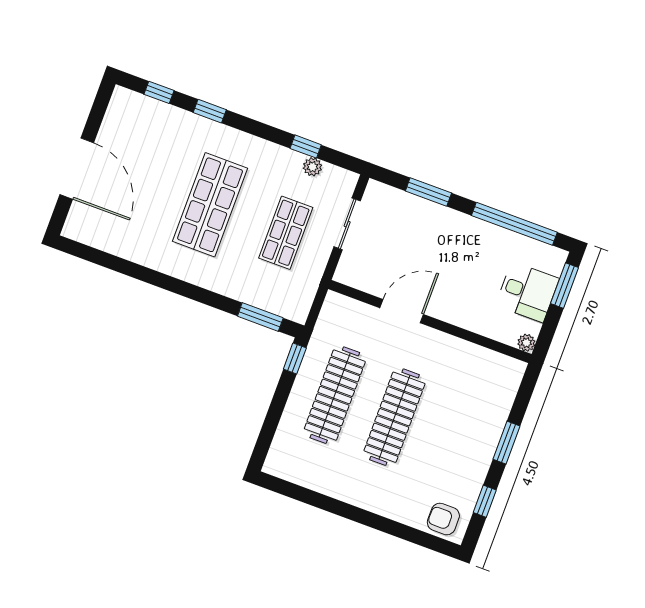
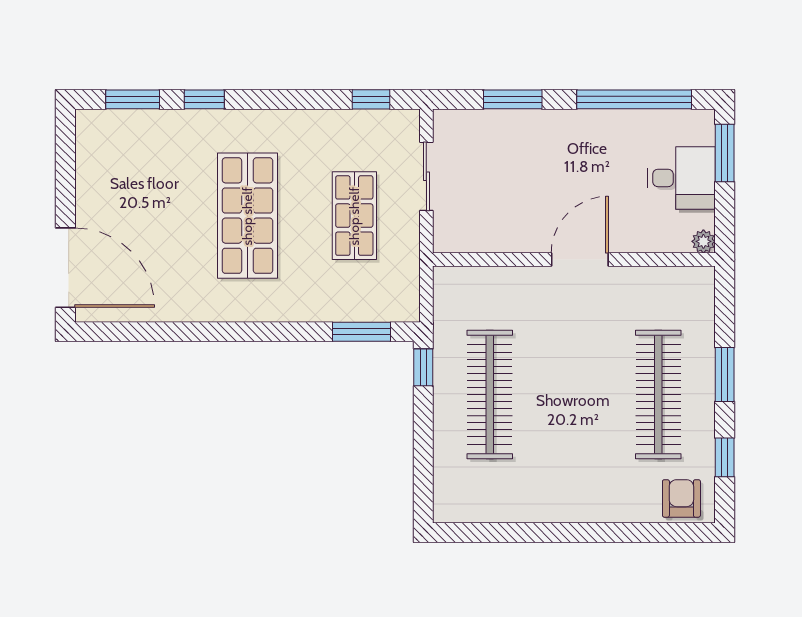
window: (159, 92) -> (133, 99), width x1.50
window: (306, 147) -> (371, 99), moved
plant: (312, 167) -> (357, 121), removed
door: (77, 169) -> (65, 268), moved
door: (402, 311) -> (580, 260), moved
clothes rail: (394, 417) -> (658, 394), moved
armchair: (443, 519) -> (681, 498), turned 90

